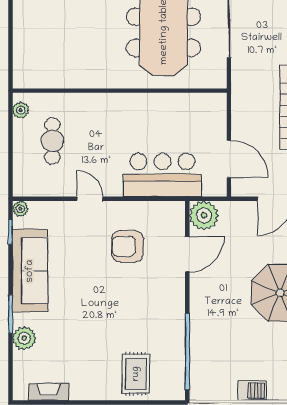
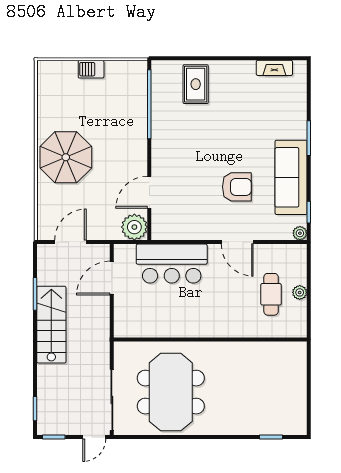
plant: (21, 110) -> (300, 292), moved
door: (229, 159) -> (112, 278), hinge flipped
door: (90, 199) -> (237, 242), width x1.37
armchair: (127, 246) -> (237, 187), moved
plant: (24, 338) -> (296, 116), removed

